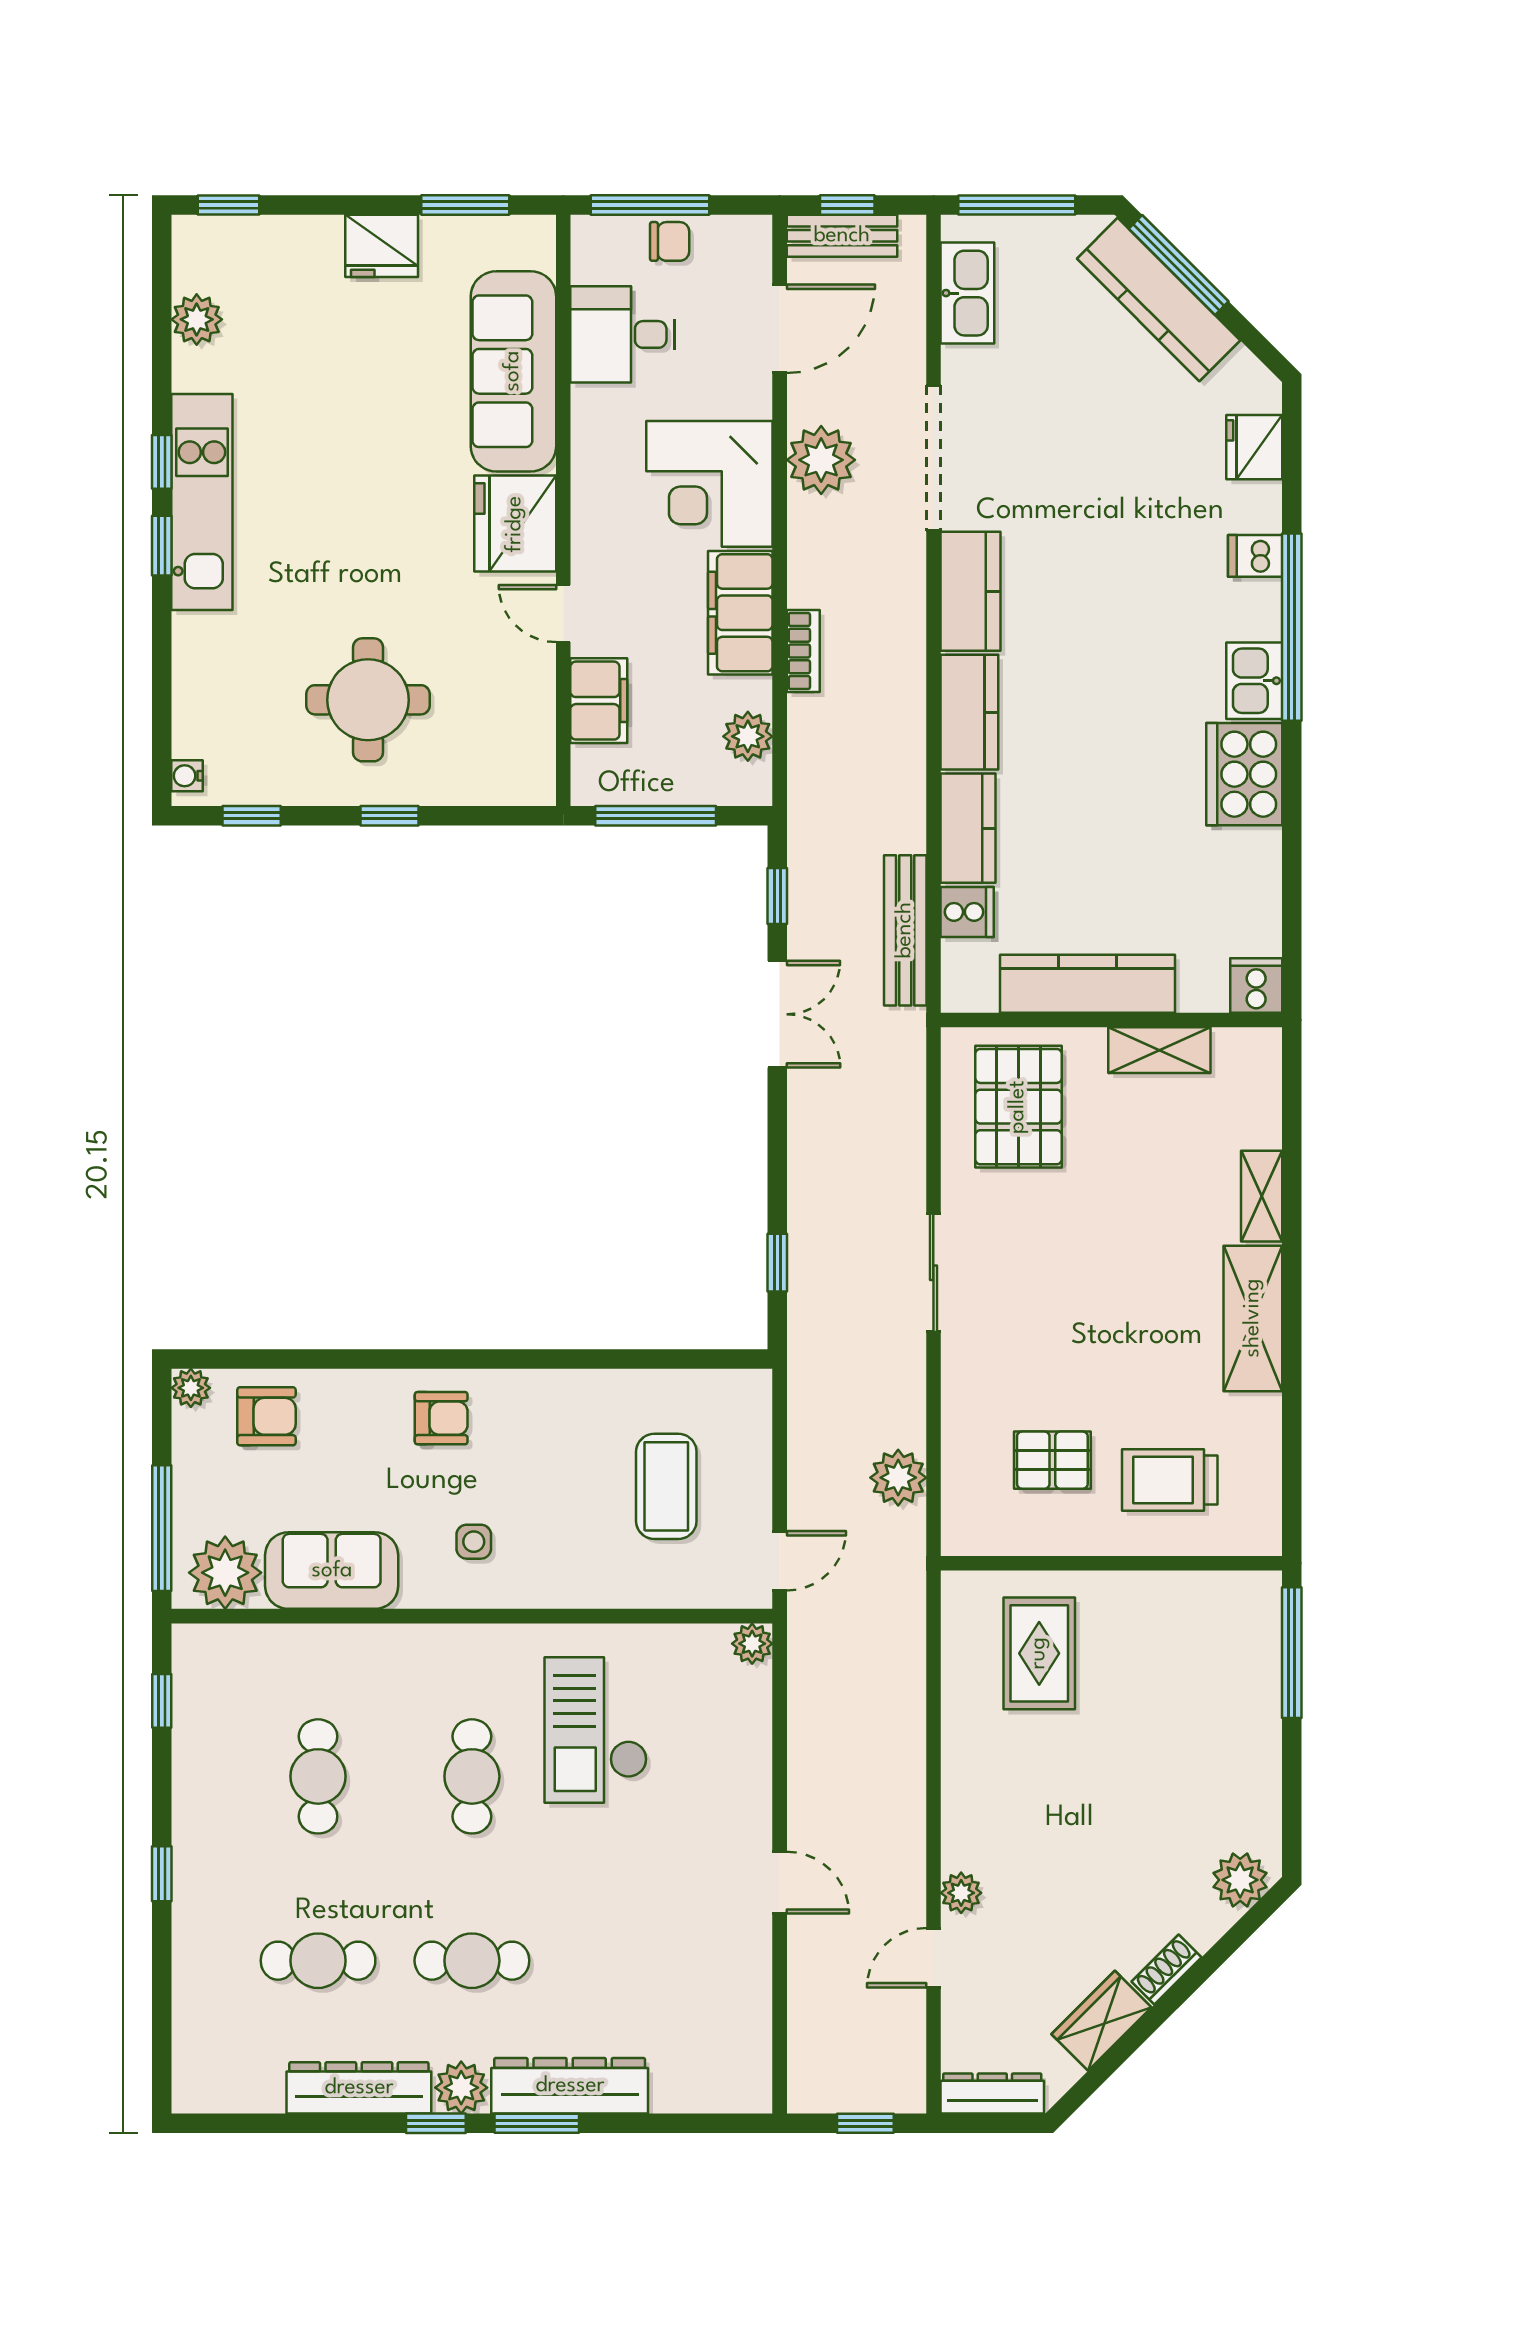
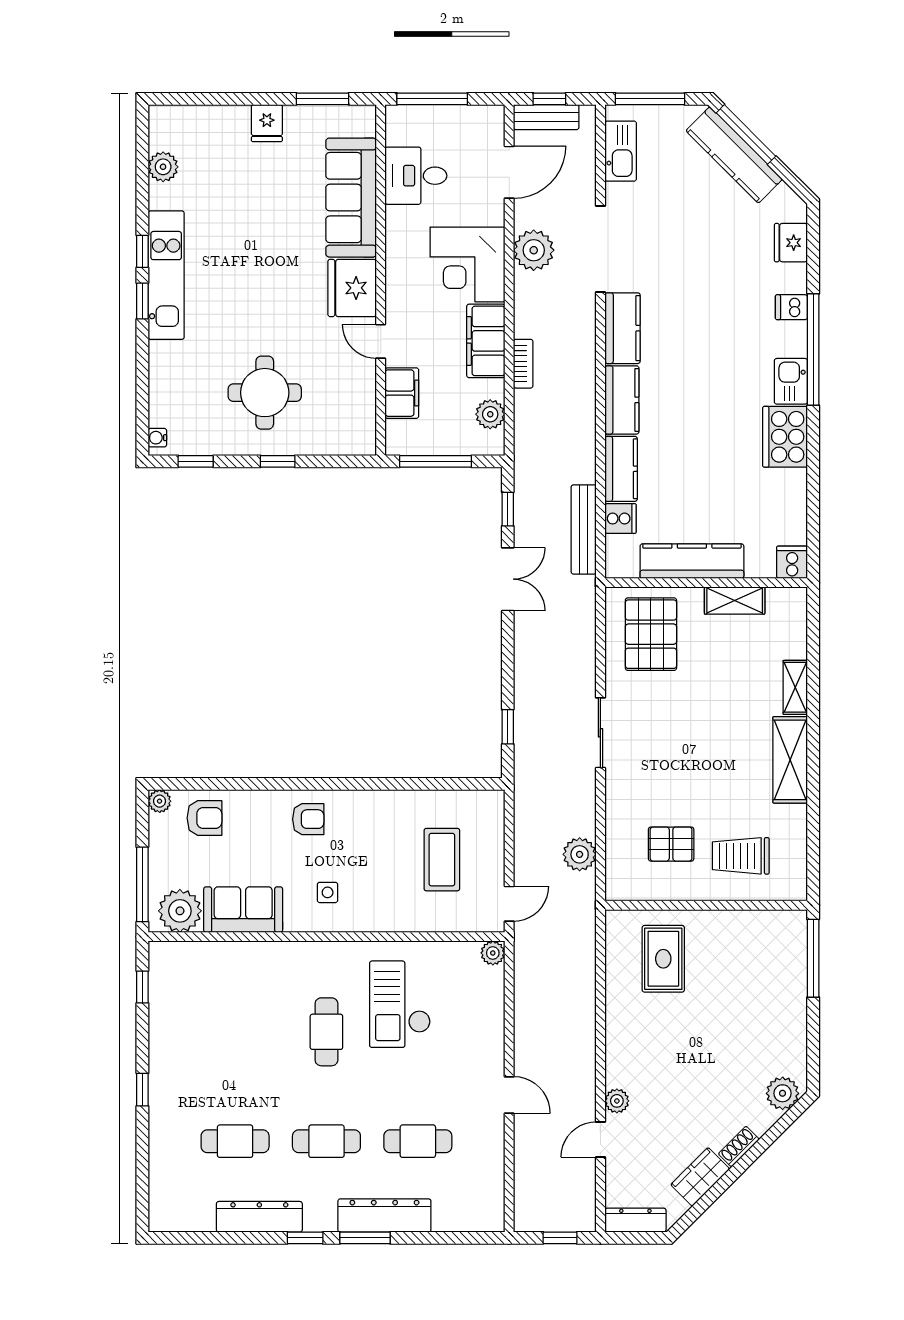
window: (228, 205) -> (182, 99), removed
chair: (670, 241) -> (444, 120), removed
fridge: (382, 246) -> (267, 123), width x0.72
cafe table: (318, 1776) -> (418, 1141), moved, turned 90
plant: (461, 2088) -> (320, 1217), removed

